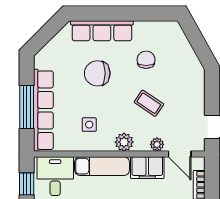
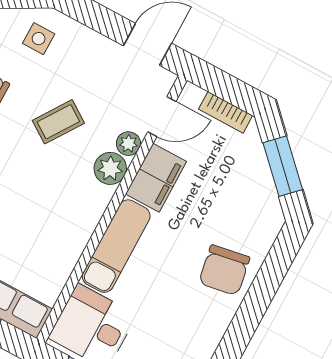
side table: (89, 125) -> (39, 39), moved
plant: (124, 142) -> (110, 168), moved

